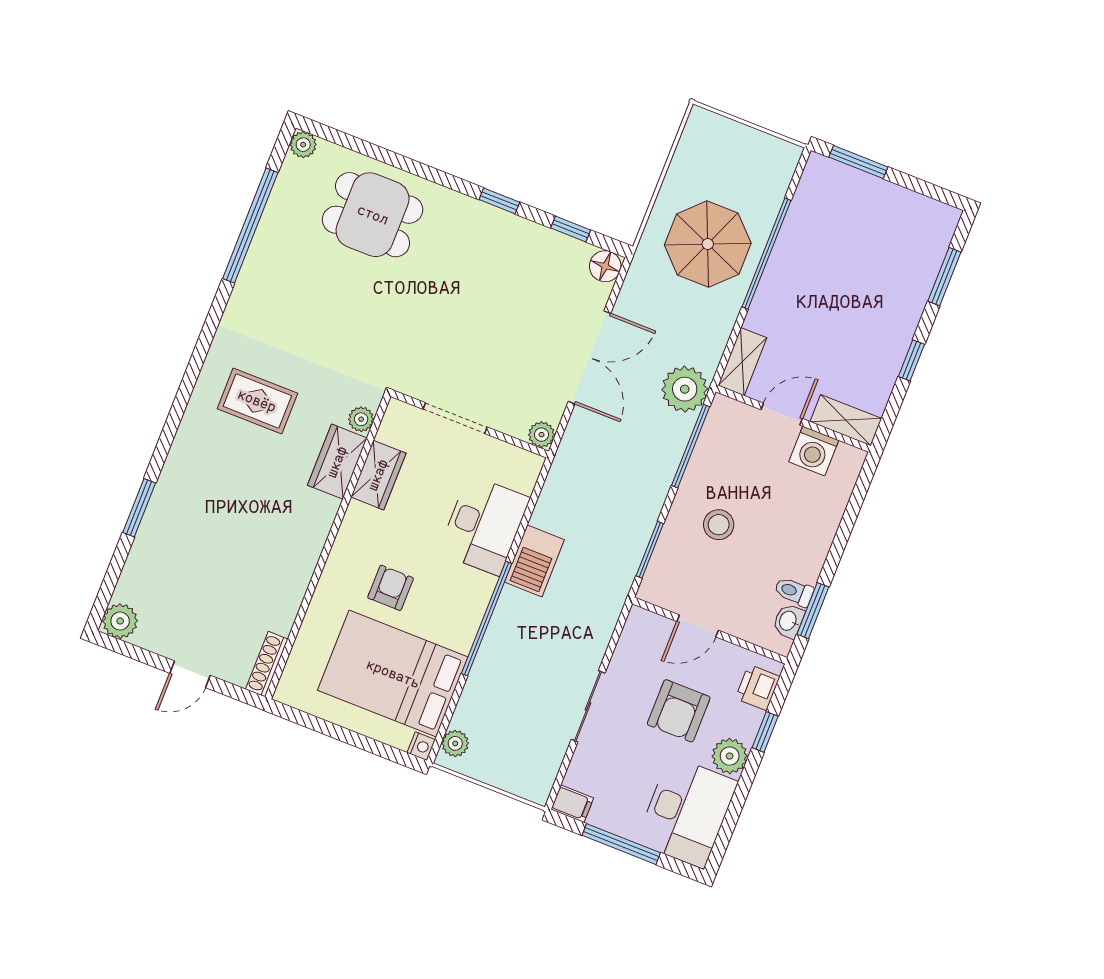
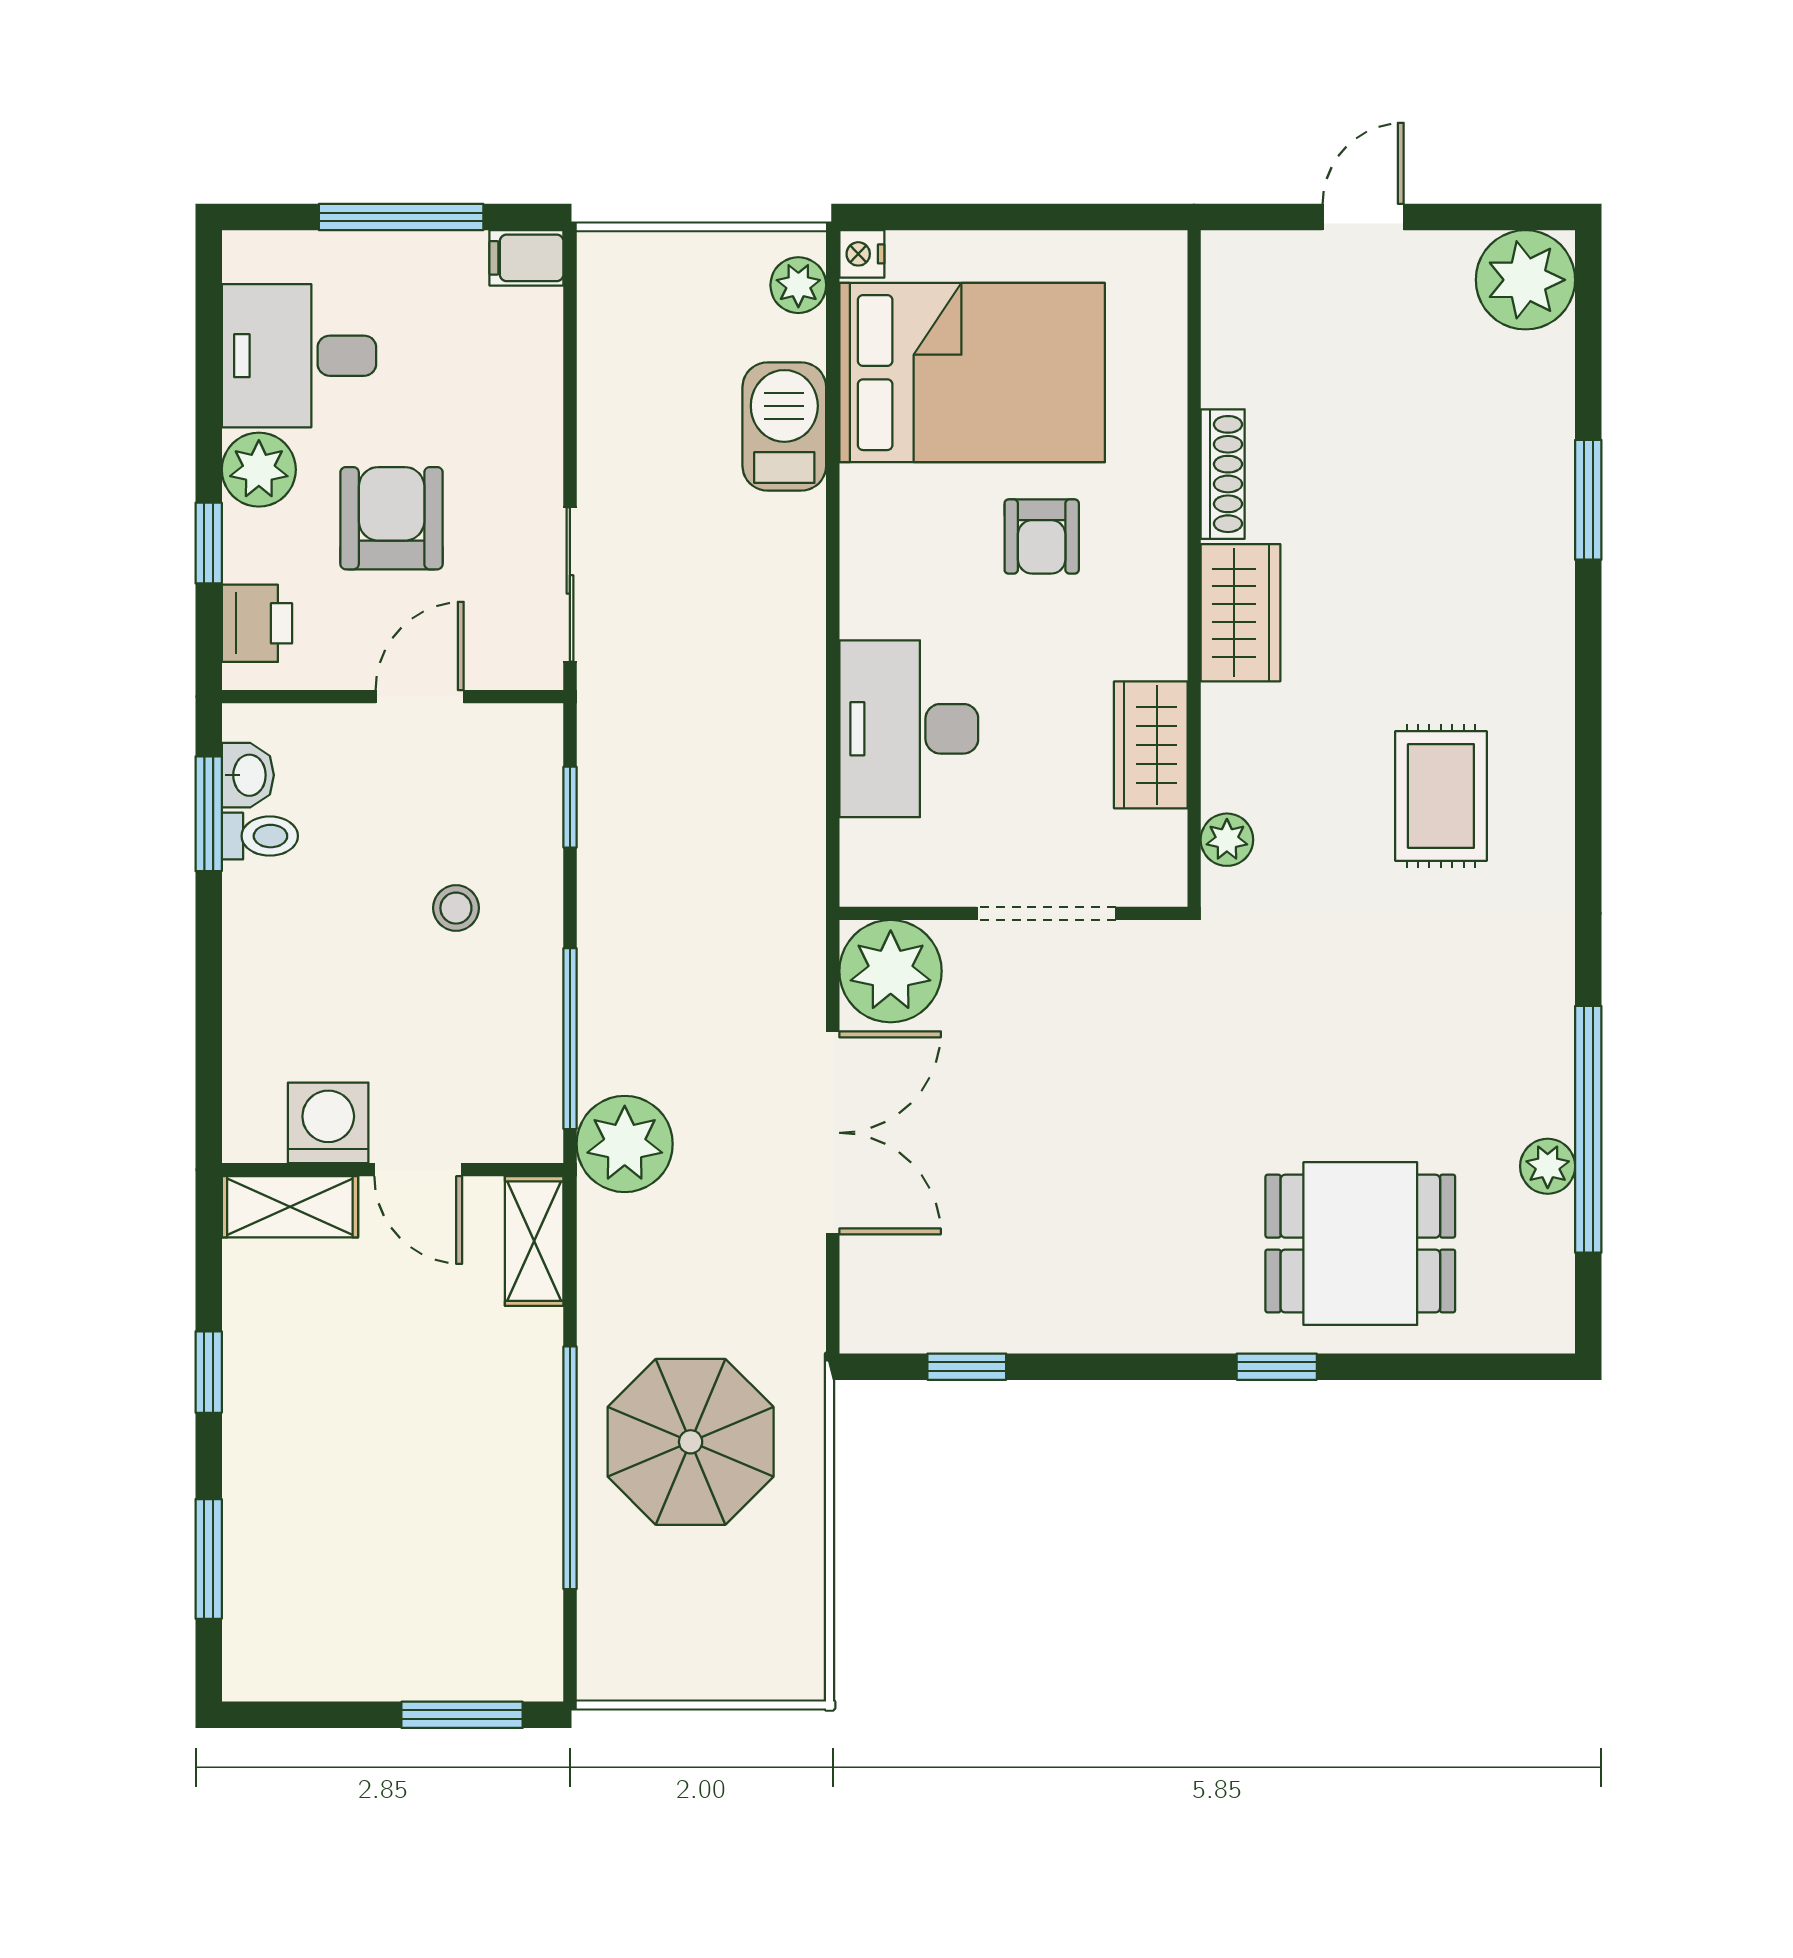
plant: (303, 145) -> (1548, 1166), moved
window: (499, 201) -> (1277, 1367), moved
floor lamp: (605, 266) -> (872, 1321), removed
double door: (589, 357) -> (833, 1133), swing flipped
rug: (257, 401) -> (1441, 796), turned 90
door: (782, 414) -> (418, 1170), hinge flipped
plant: (542, 435) -> (891, 971), width x1.88, depth x1.88
wardrobe: (337, 462) -> (1240, 613), moved
stool: (719, 525) -> (456, 908), width x0.73, depth x0.73
window: (650, 550) -> (570, 807), width x0.67
barbecue: (534, 561) -> (784, 427), moved
window: (487, 619) -> (833, 550), removed
plant: (120, 621) -> (1525, 280), width x1.36, depth x1.36
shoe rack: (267, 664) -> (1223, 474), moved
sliding door: (588, 706) -> (570, 584), moved
desk: (687, 812) -> (299, 356), width x0.73

